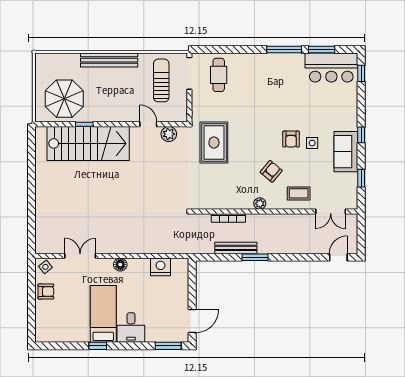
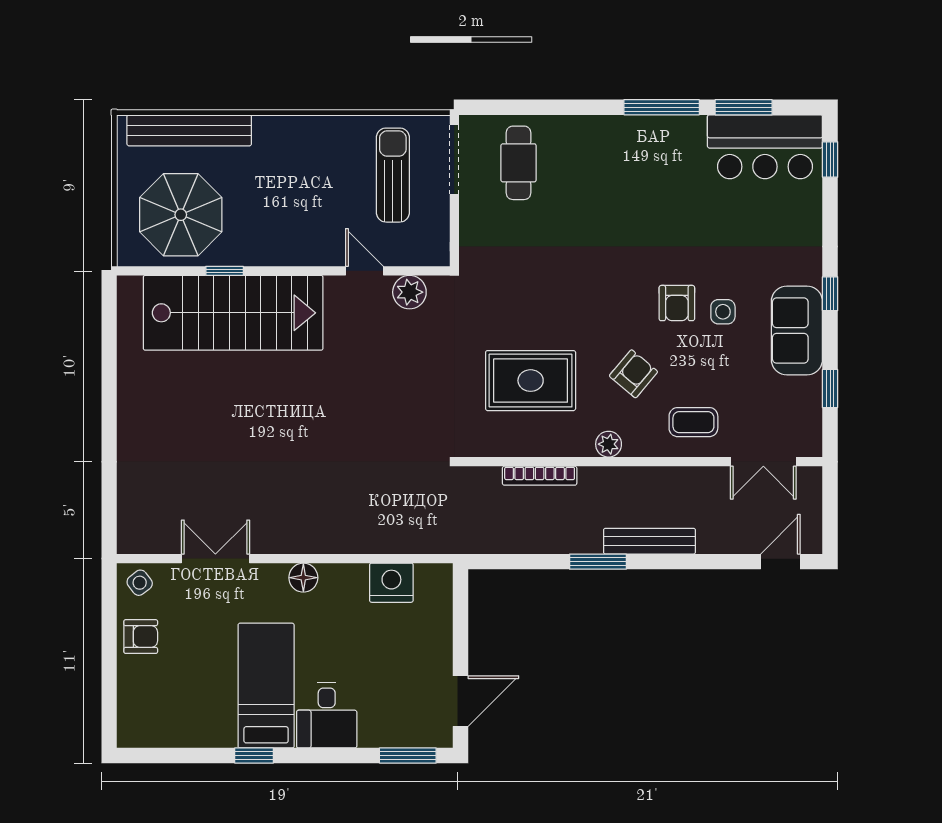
bench: (109, 60) -> (189, 130), moved
rug: (214, 143) -> (531, 381), moved, turned 90
bench: (236, 248) -> (649, 541), moved

